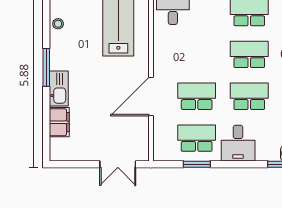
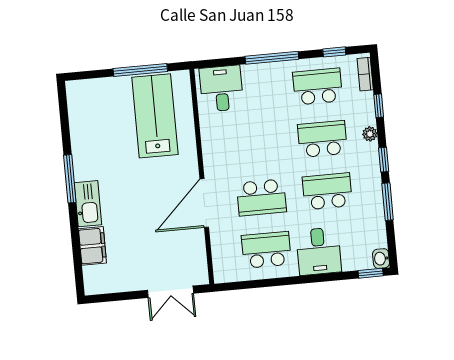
stool: (58, 24) -> (79, 123), removed
school desk: (197, 96) -> (261, 197), turned 180
window: (197, 164) -> (269, 283), removed

